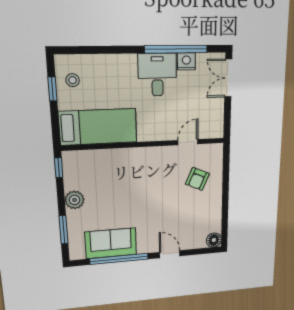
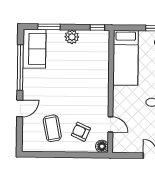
coffee table: (193, 214) -> (52, 128), added
floor lamp: (214, 240) -> (102, 146), moved
sofa: (111, 243) -> (34, 49), moved

